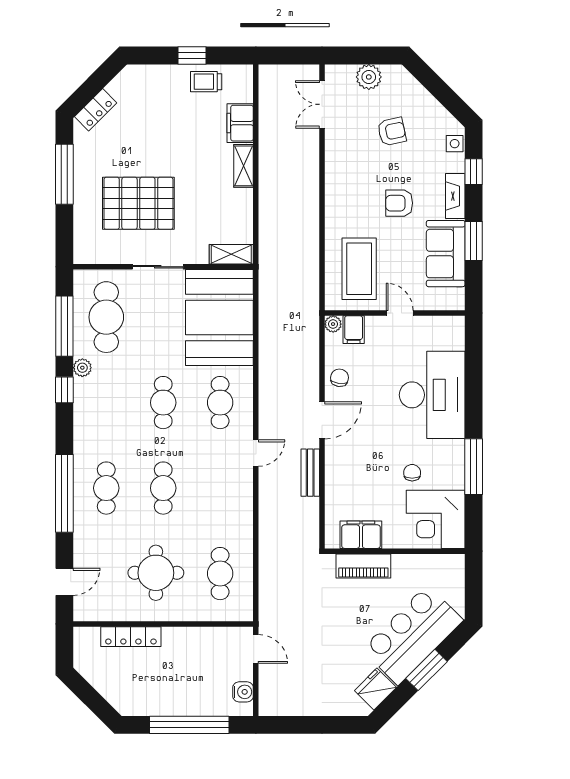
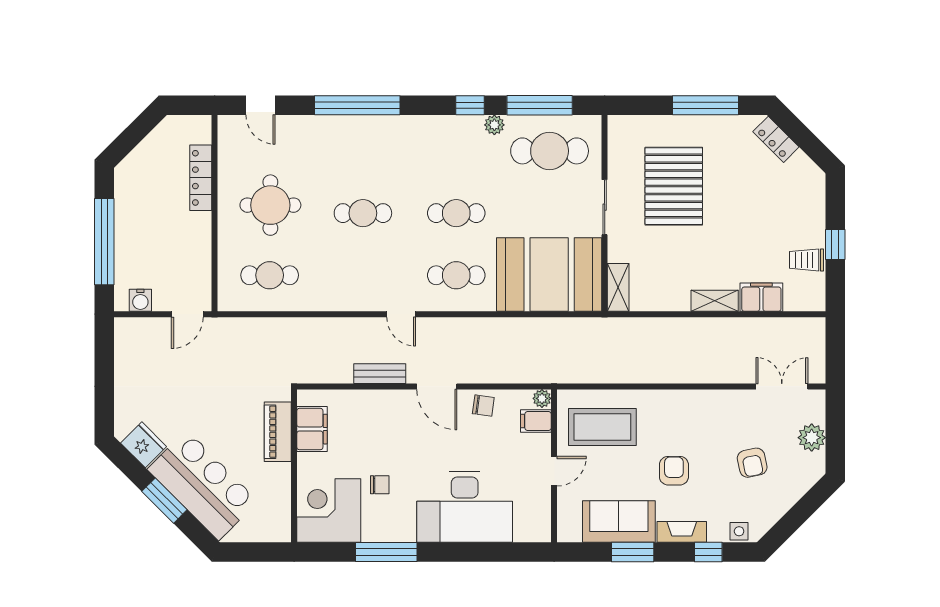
trolley: (206, 82) -> (807, 260), turned -90
cafe table: (106, 488) -> (363, 151), removed

